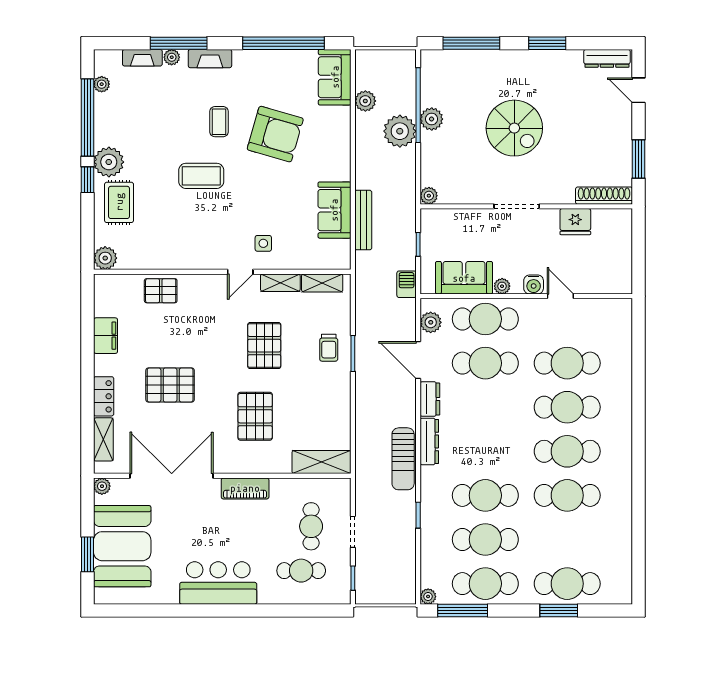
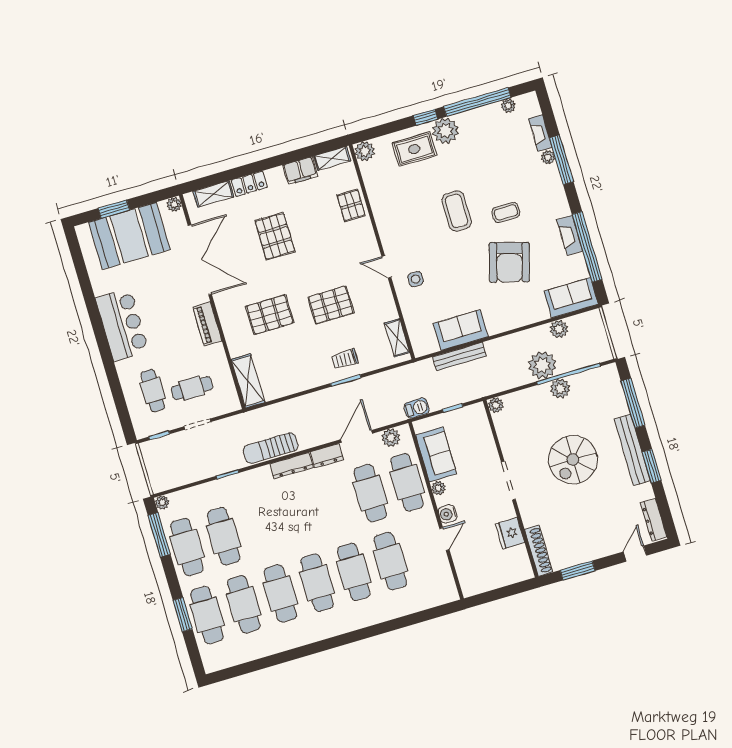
fireplace: (210, 59) -> (570, 235), moved
bench: (523, 59) -> (632, 450), added
shelving: (280, 283) -> (332, 158), moved, turned 90
cafe table: (485, 495) -> (244, 604), moved

